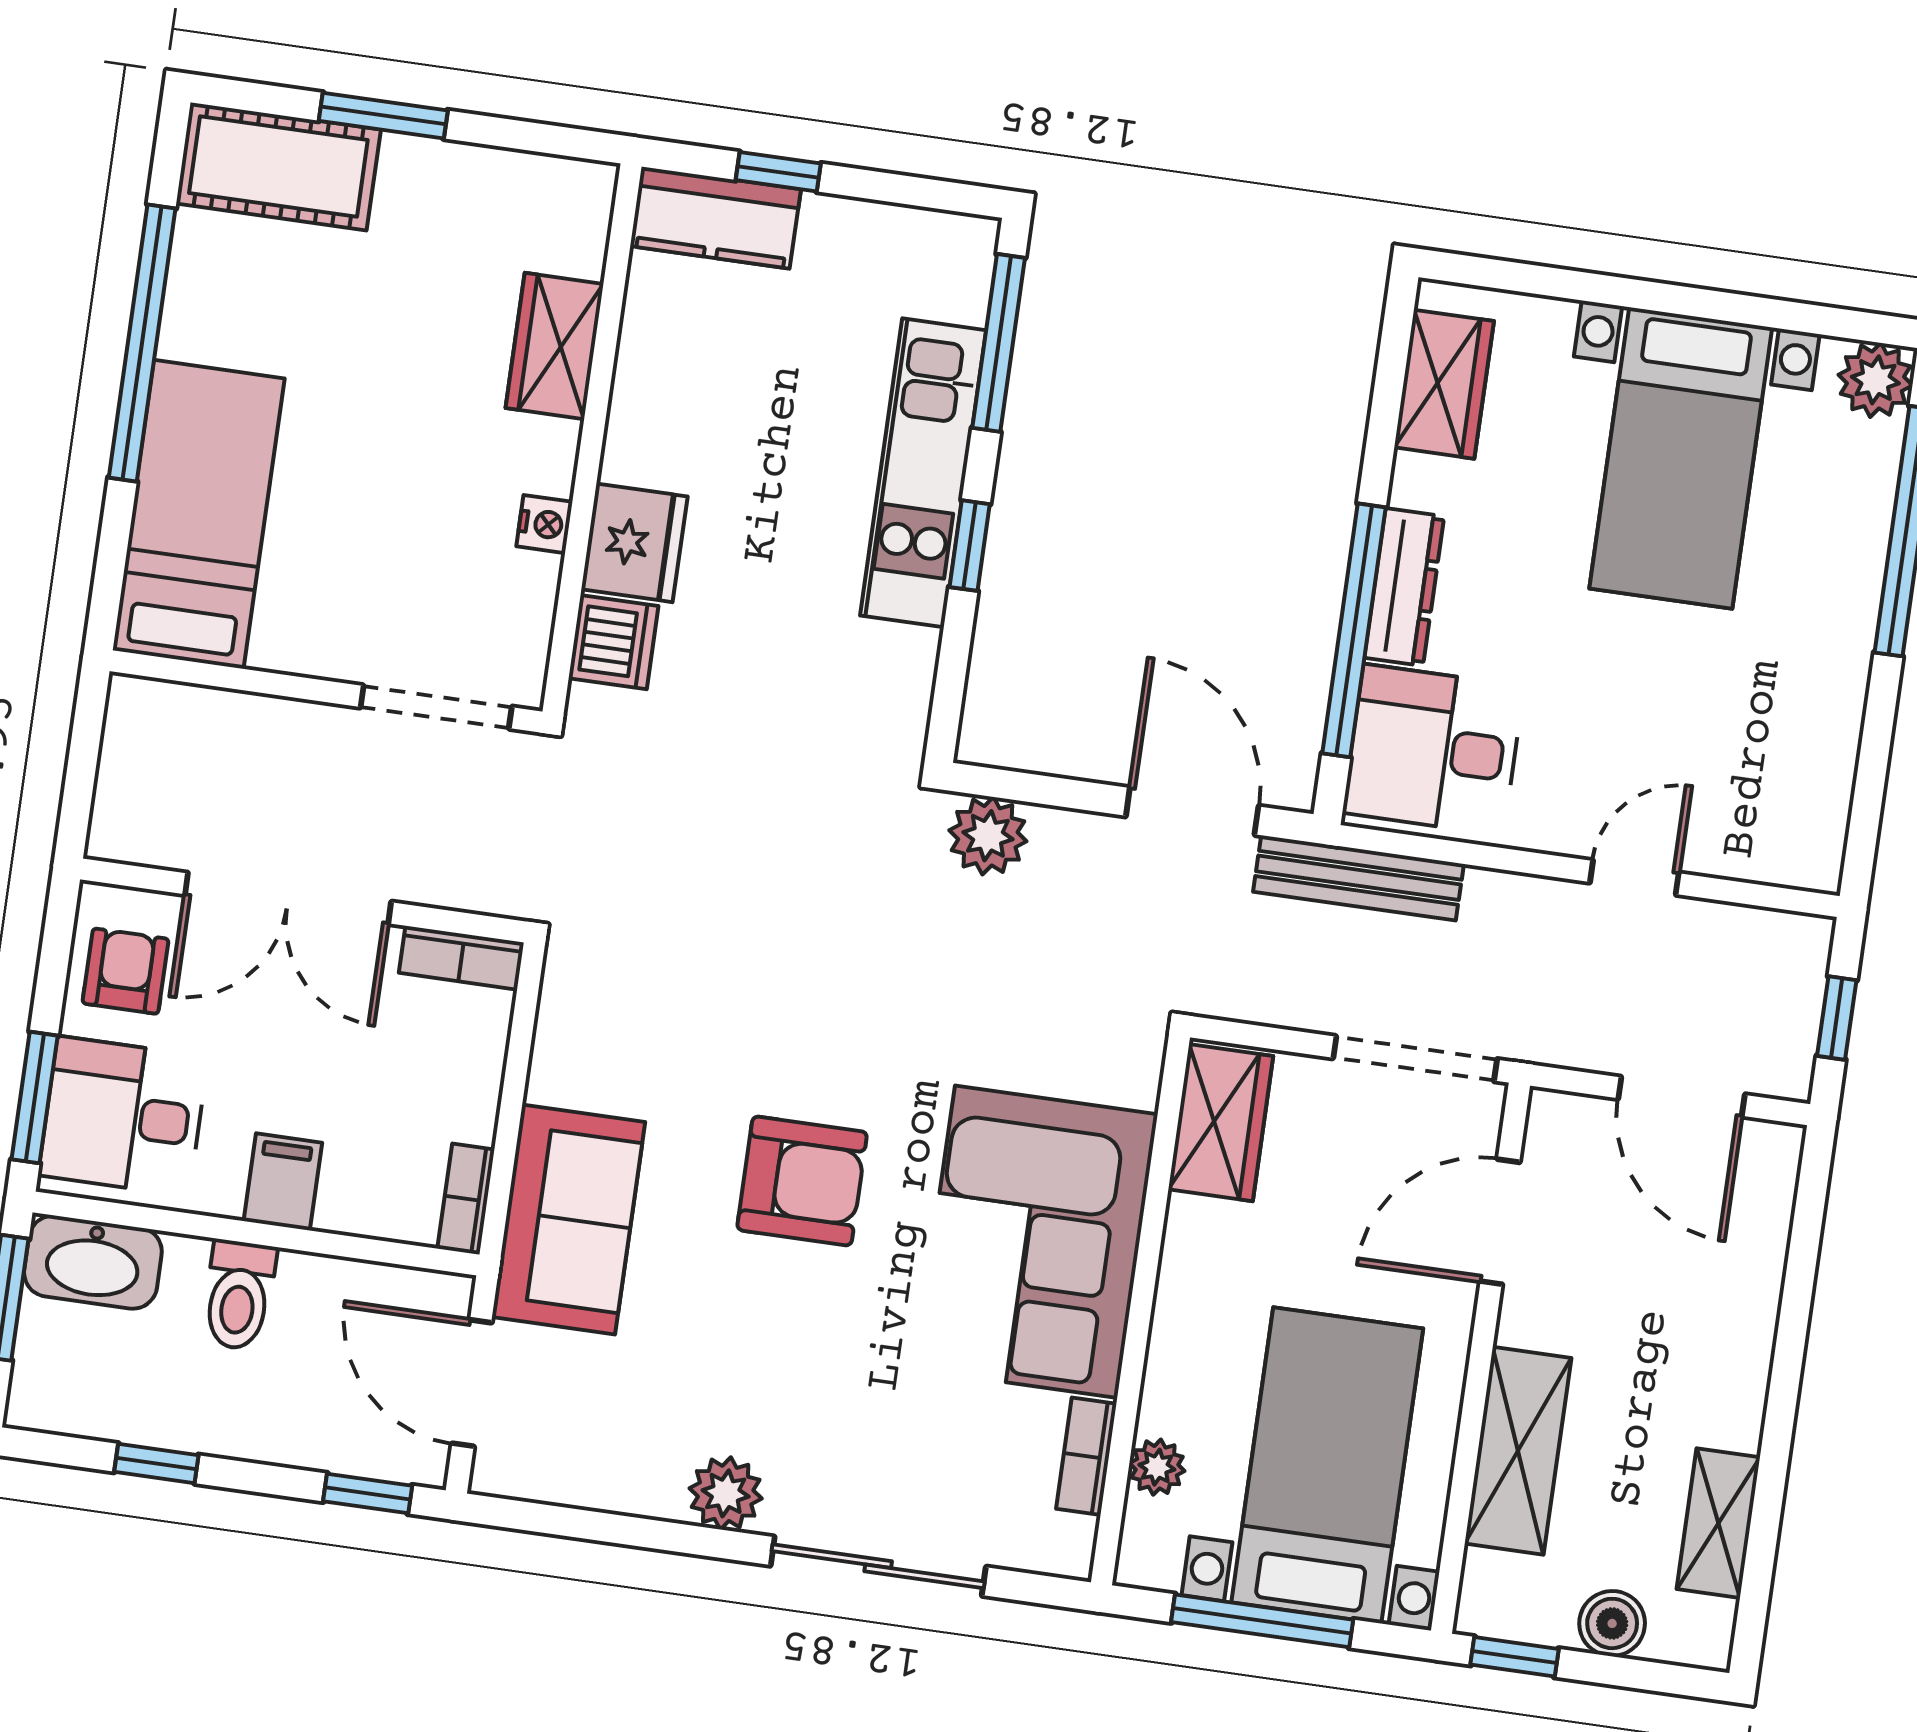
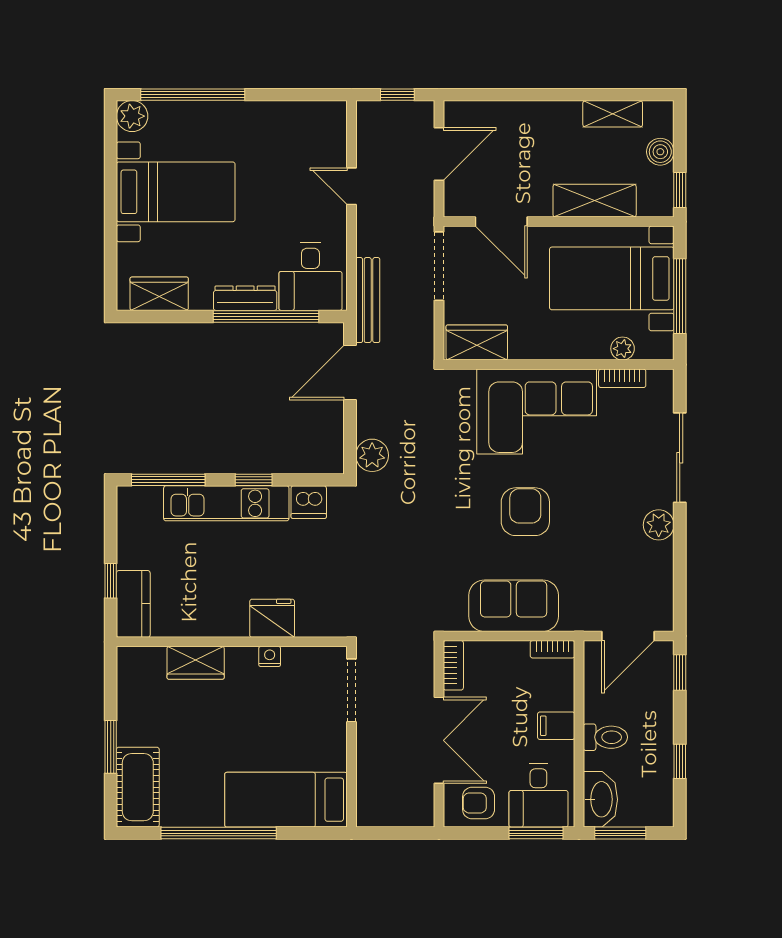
dishwasher: (614, 642) -> (309, 502), moved, turned 180
sofa: (568, 1219) -> (514, 606), moved

